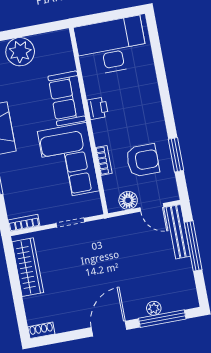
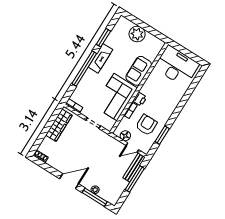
printer: (98, 108) -> (140, 99), moved
armchair: (143, 160) -> (146, 125), turned -90
door: (152, 207) -> (132, 148), hinge flipped

